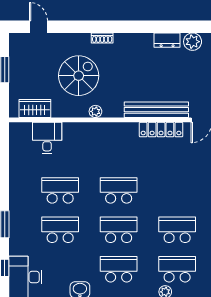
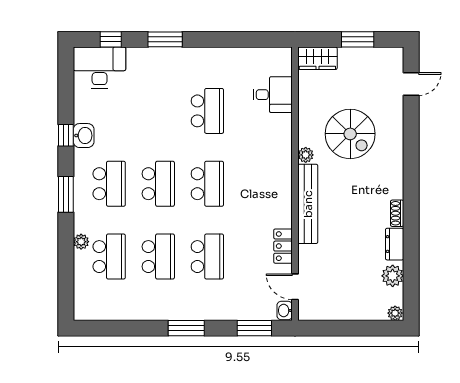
shoe rack: (102, 38) -> (397, 213), moved
wardrobe: (35, 109) -> (317, 58), moved, turned 90
bench: (156, 110) -> (308, 204), moved
locker: (161, 130) -> (283, 246), width x0.66
school desk: (60, 230) -> (207, 257), moved

